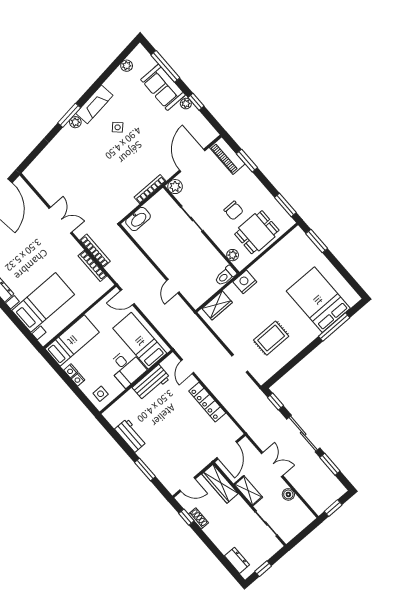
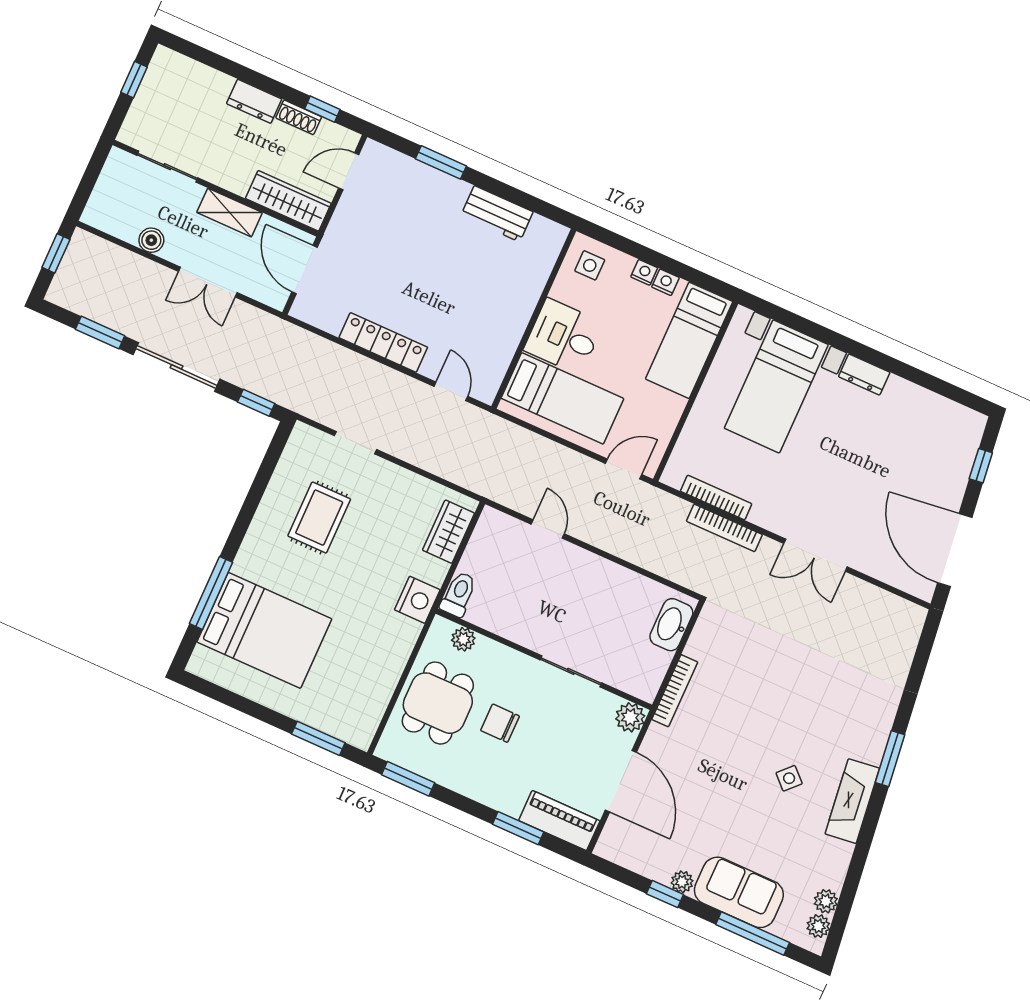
plant: (75, 122) -> (818, 926), moved
workbench: (151, 383) -> (505, 330), removed
dresser: (237, 560) -> (254, 101), moved

